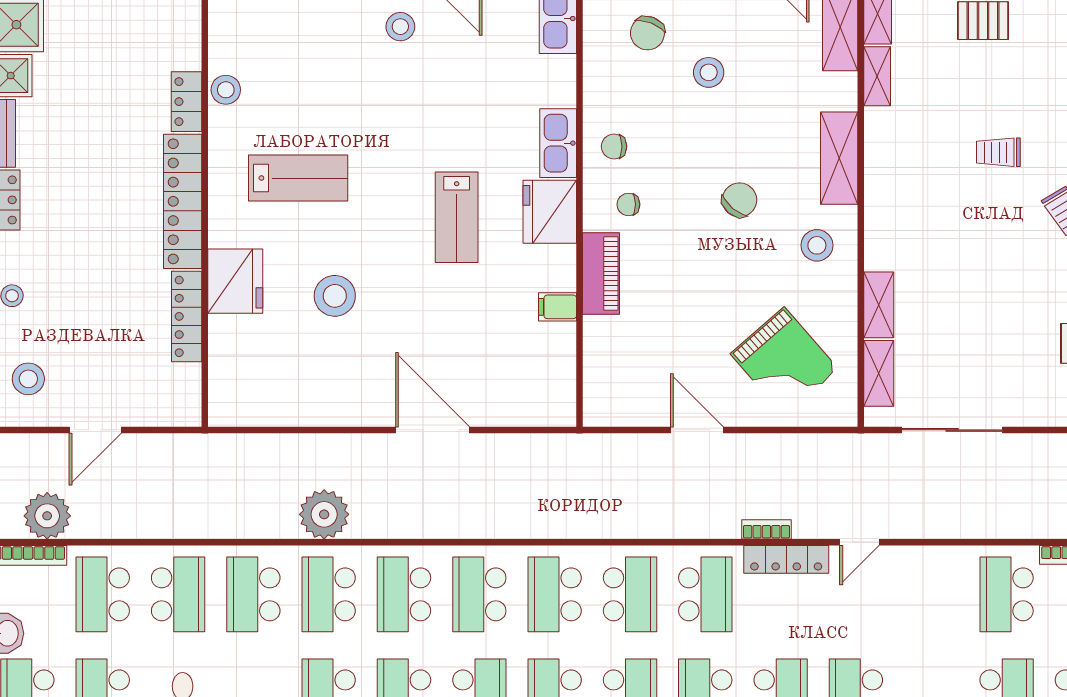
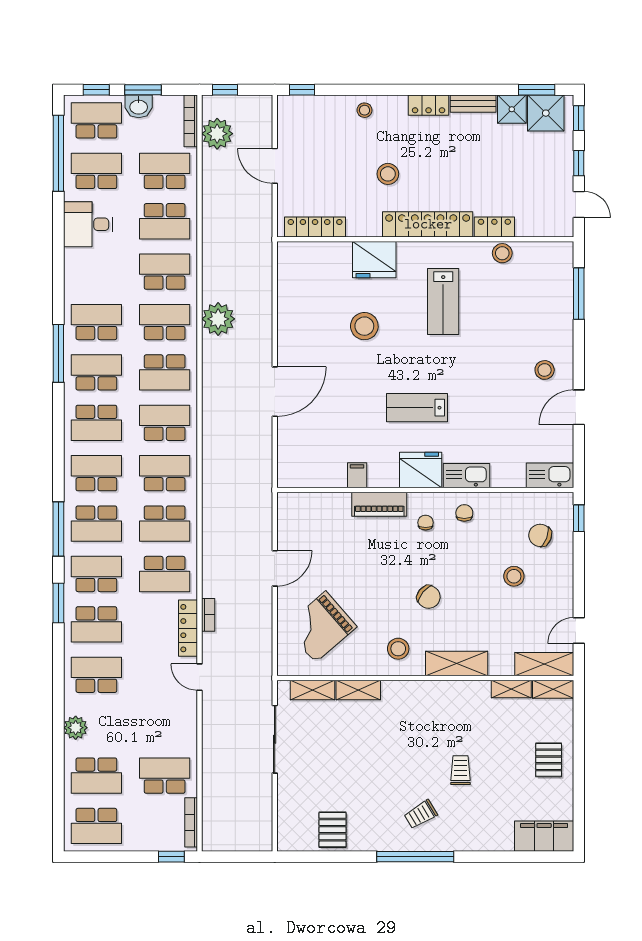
locker: (187, 316) -> (315, 227), moved
stool: (28, 379) -> (388, 174), moved
school desk: (404, 594) -> (165, 372), turned 180

